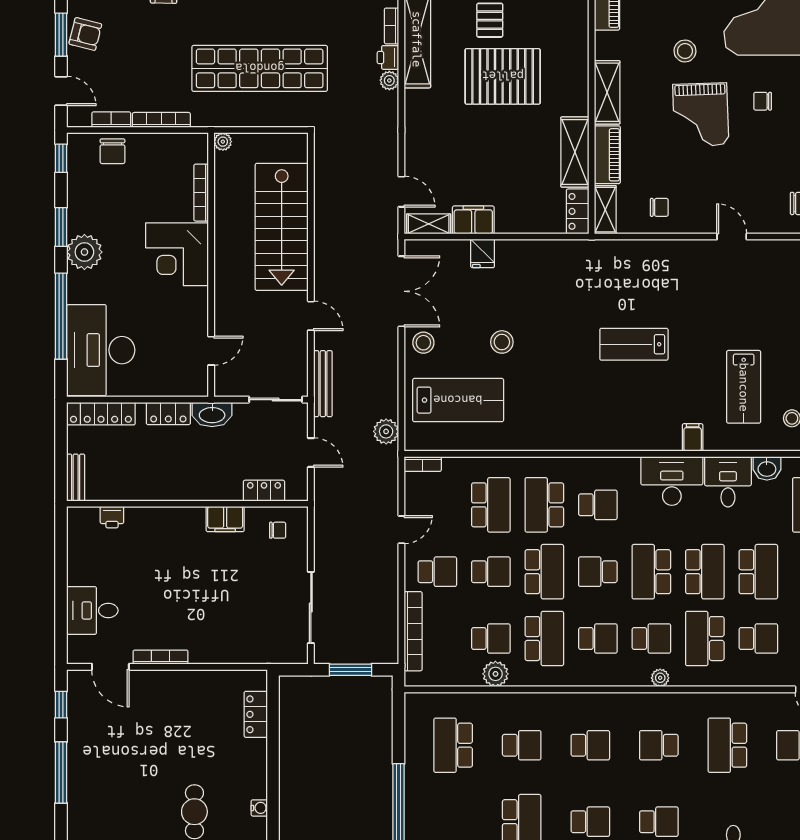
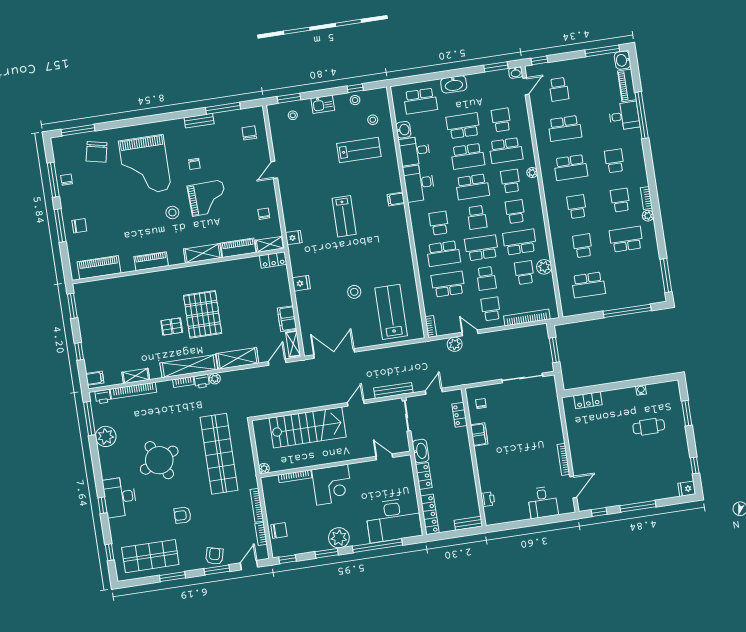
shelving: (575, 152) -> (237, 358), moved
fridge: (611, 252) -> (294, 238), added
fridge: (483, 253) -> (301, 283), moved
stool: (423, 343) -> (361, 337), removed
plant: (386, 431) -> (455, 344), moved
filing cabinet: (693, 437) -> (396, 199), moved
school desk: (491, 572) -> (486, 278), turned 180
school desk: (705, 572) -> (468, 156), turned 180
school desk: (659, 745) -> (571, 168), width x1.85

